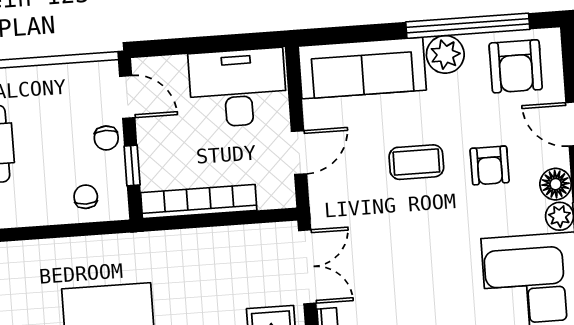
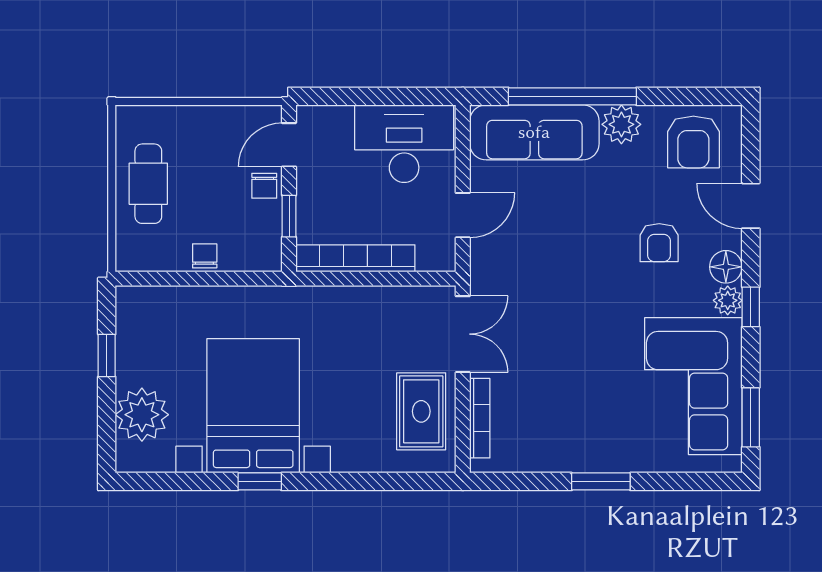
window: (468, 26) -> (572, 96), moved
door: (127, 97) -> (289, 145), swing flipped
coffee table: (416, 162) -> (583, 234), removed
chair: (86, 197) -> (205, 256), moved

